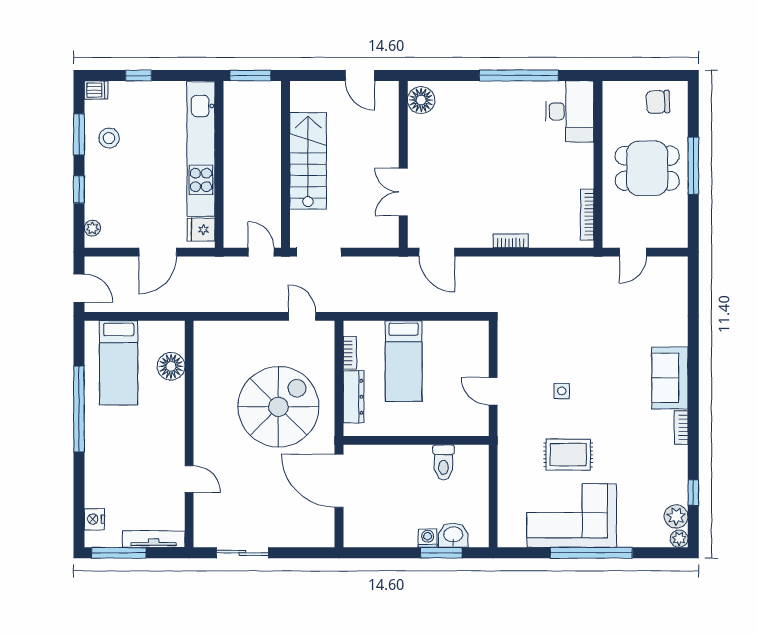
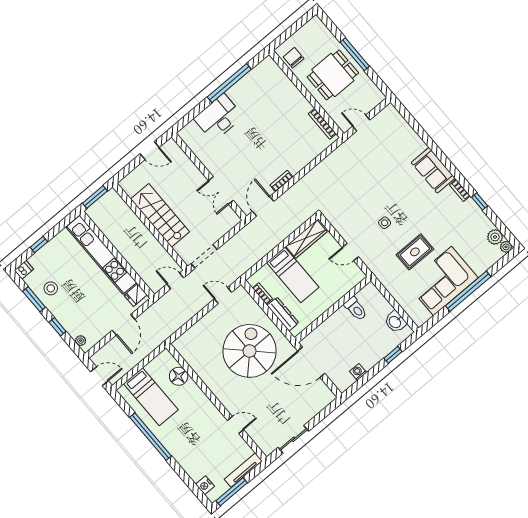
floor lamp: (421, 100) -> (191, 137), removed
chair: (658, 102) -> (294, 58), moved, turned 93
desk: (570, 111) -> (218, 117), moved, turned -90
bookcase: (511, 241) -> (281, 181), moved
door: (437, 252) -> (263, 206), swing flipped
door: (633, 252) -> (361, 123), swing flipped
wardrobe: (455, 333) -> (306, 239), added
window: (693, 493) -> (480, 201), moved
washbasin: (453, 535) -> (395, 322), moved, turned -90
washing machine: (428, 538) -> (358, 372), moved
window: (441, 553) -> (393, 355), width x0.67

